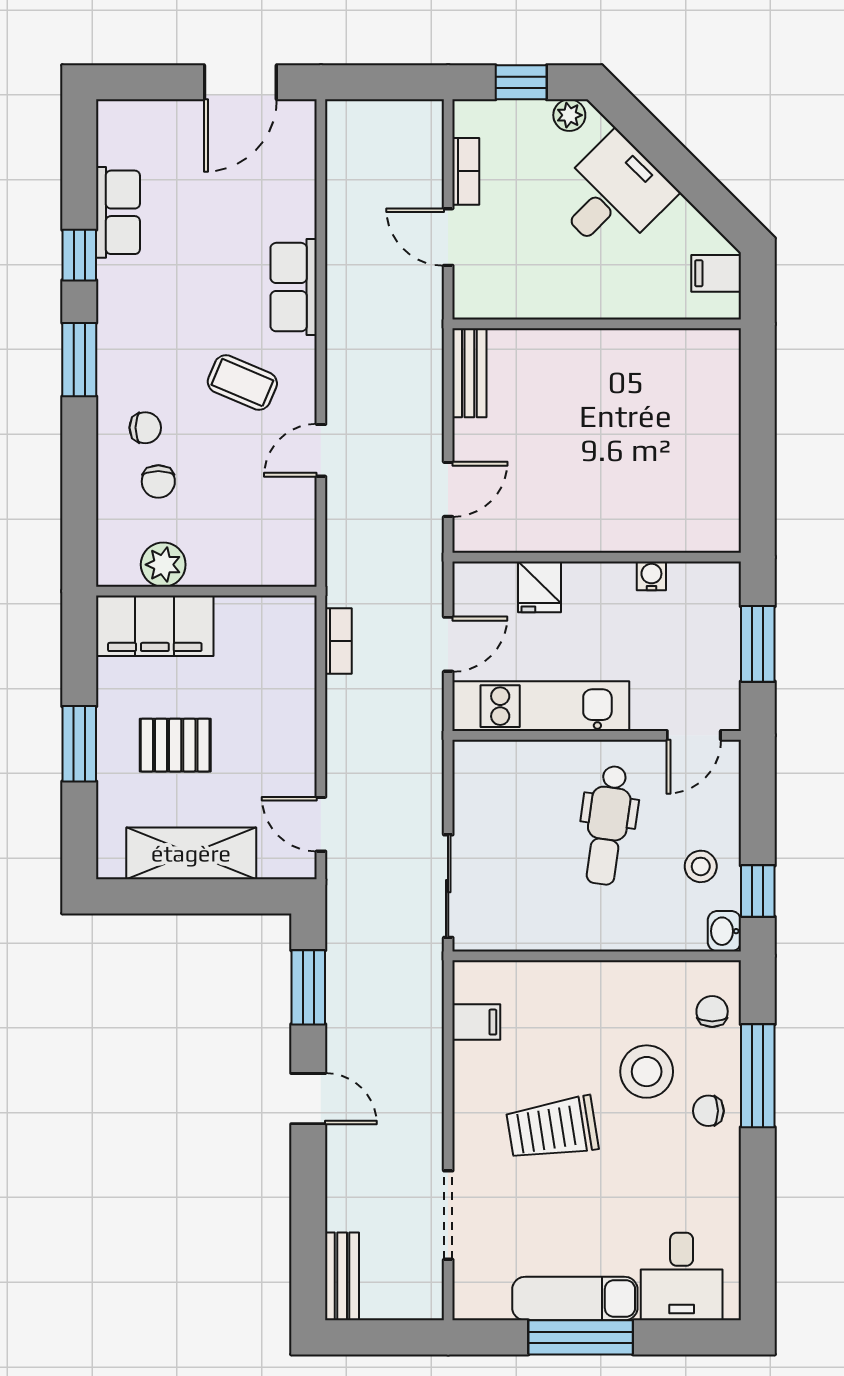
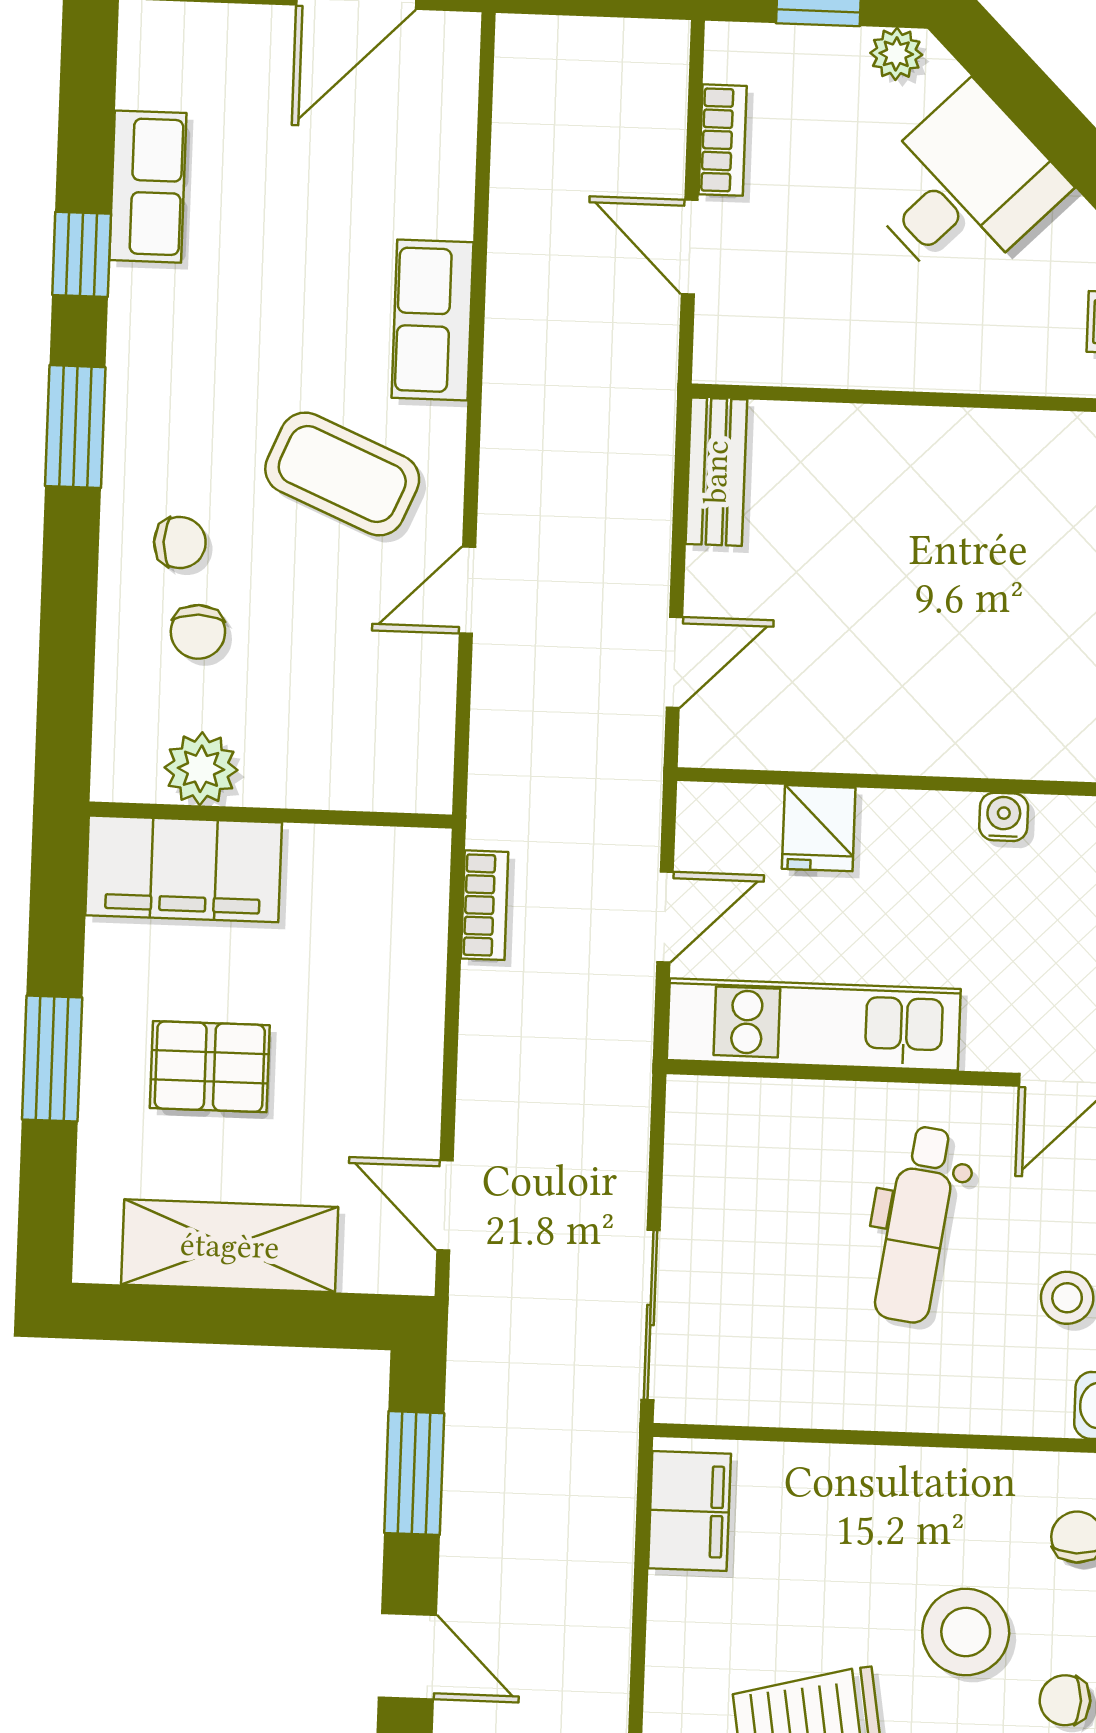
coffee table: (242, 383) -> (342, 474), width x1.36, depth x1.30
filing cabinet: (476, 1022) -> (689, 1511), width x2.00

